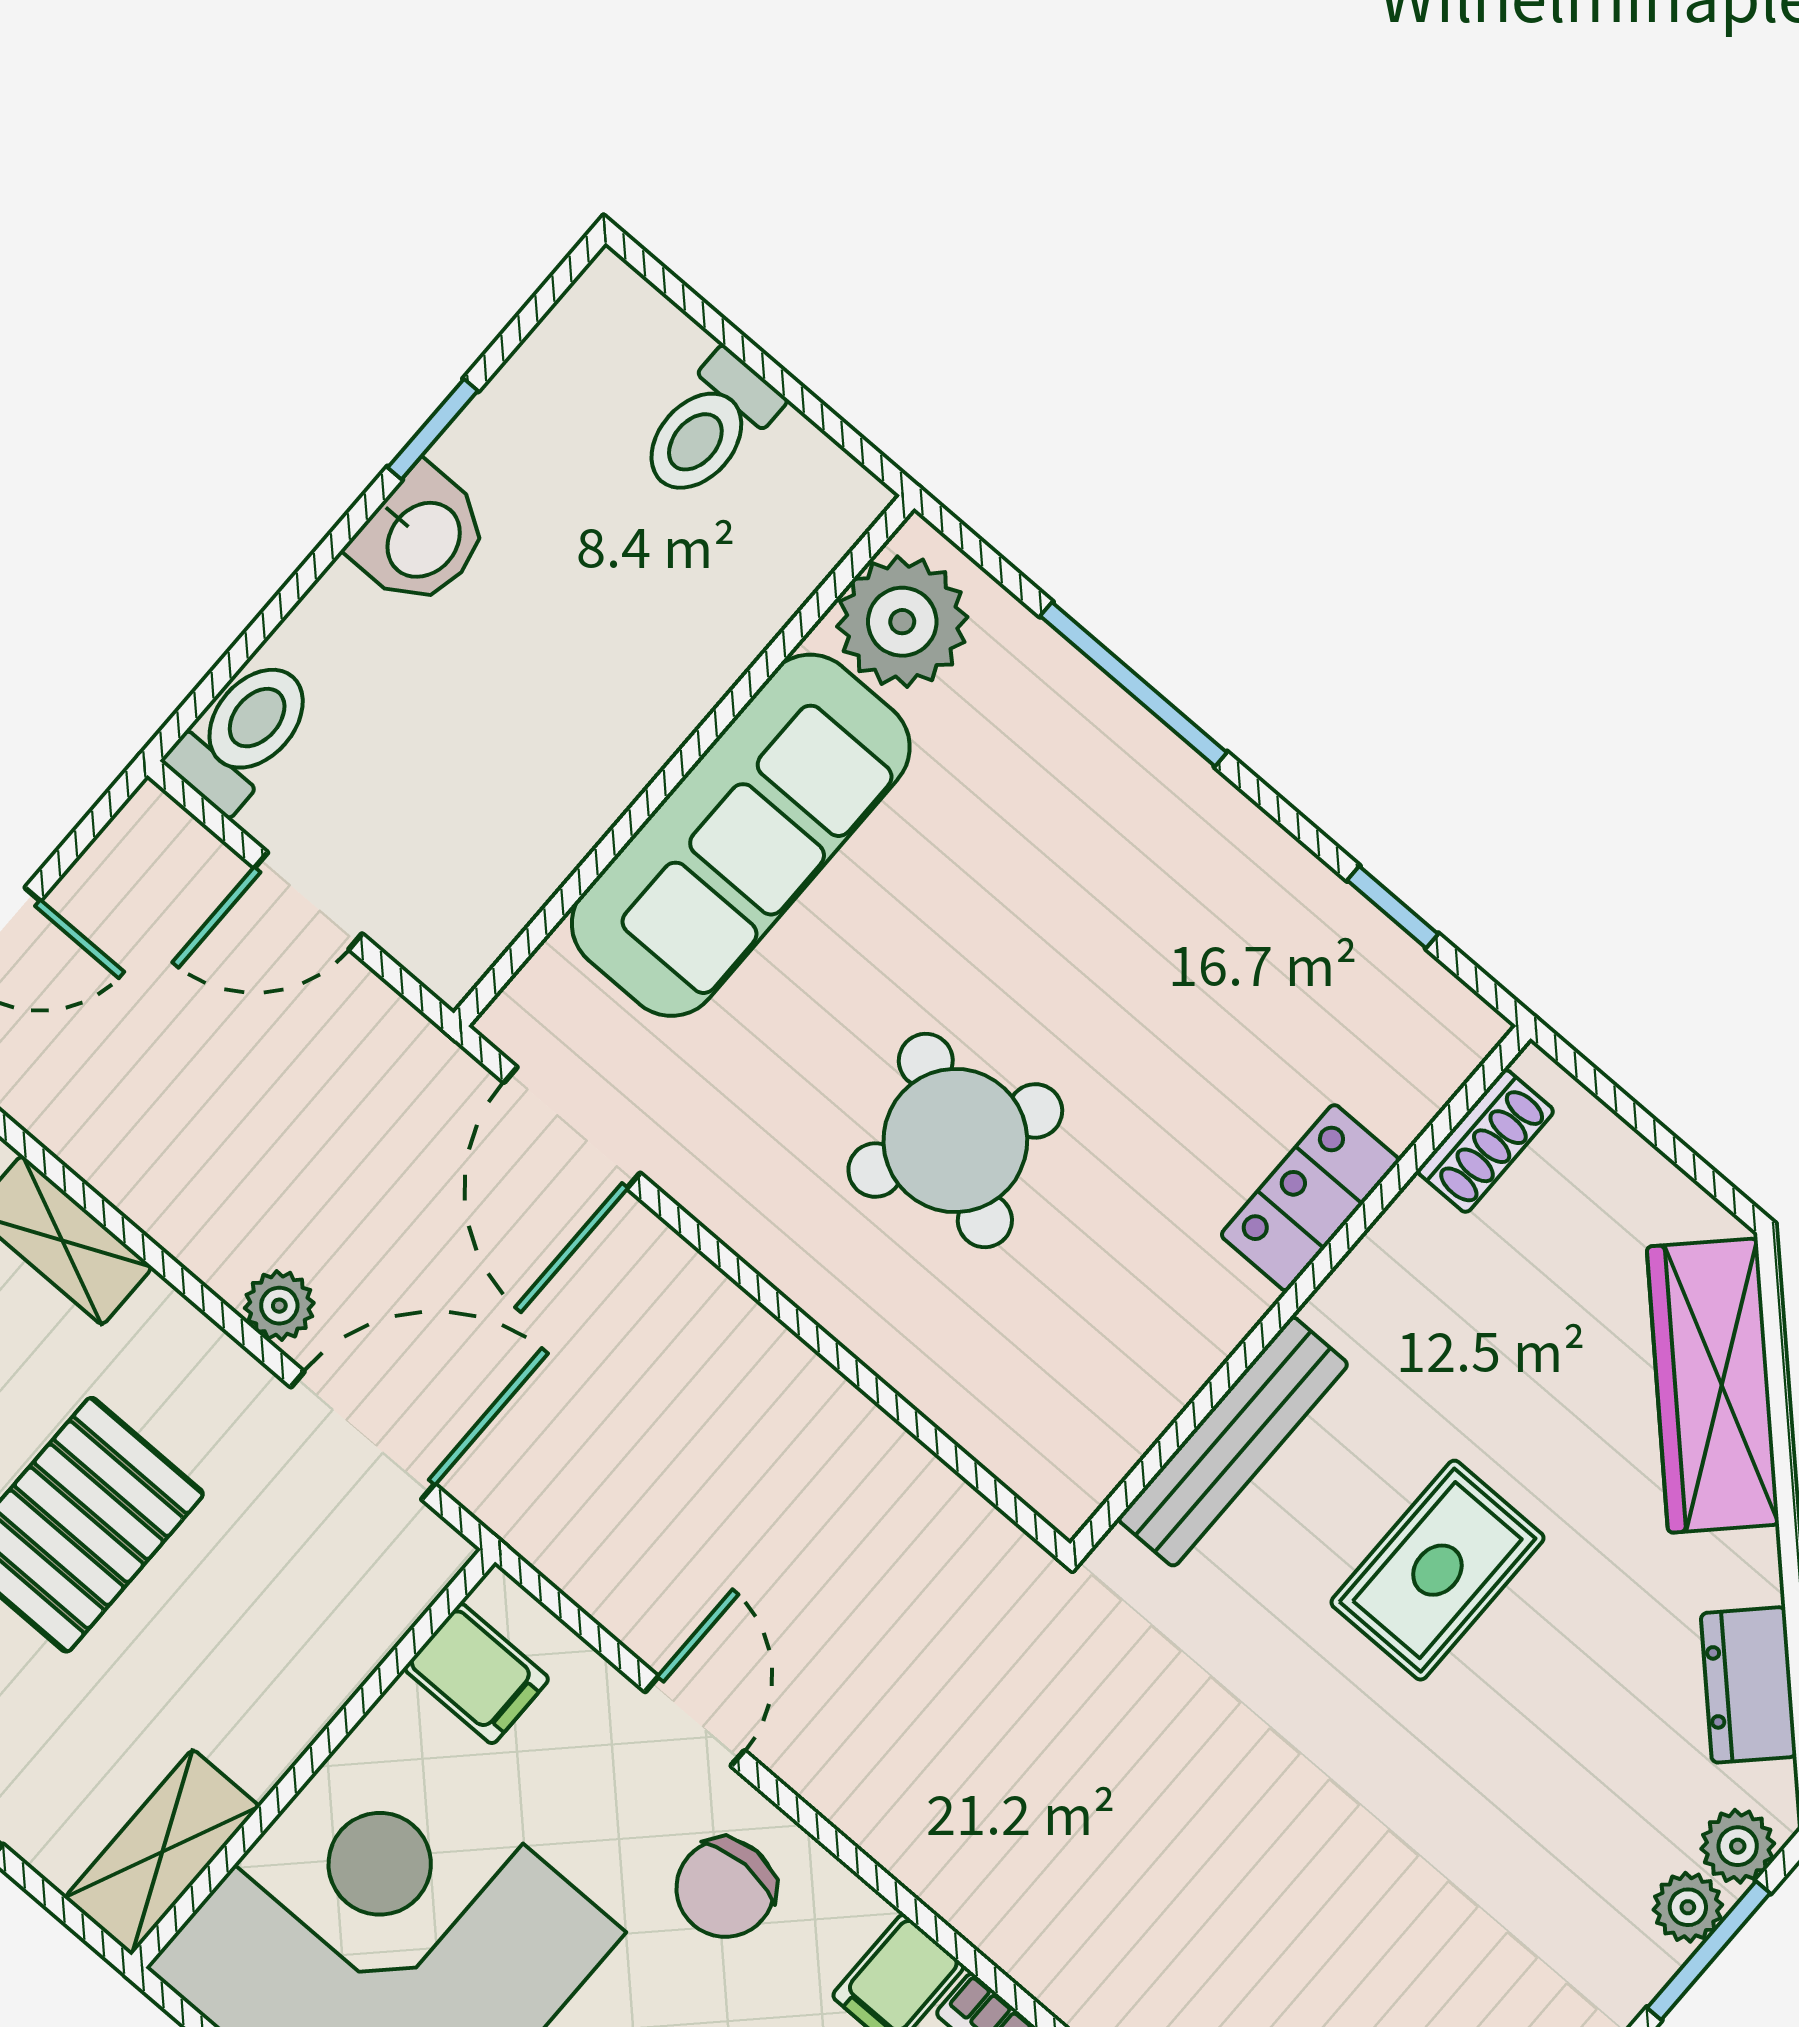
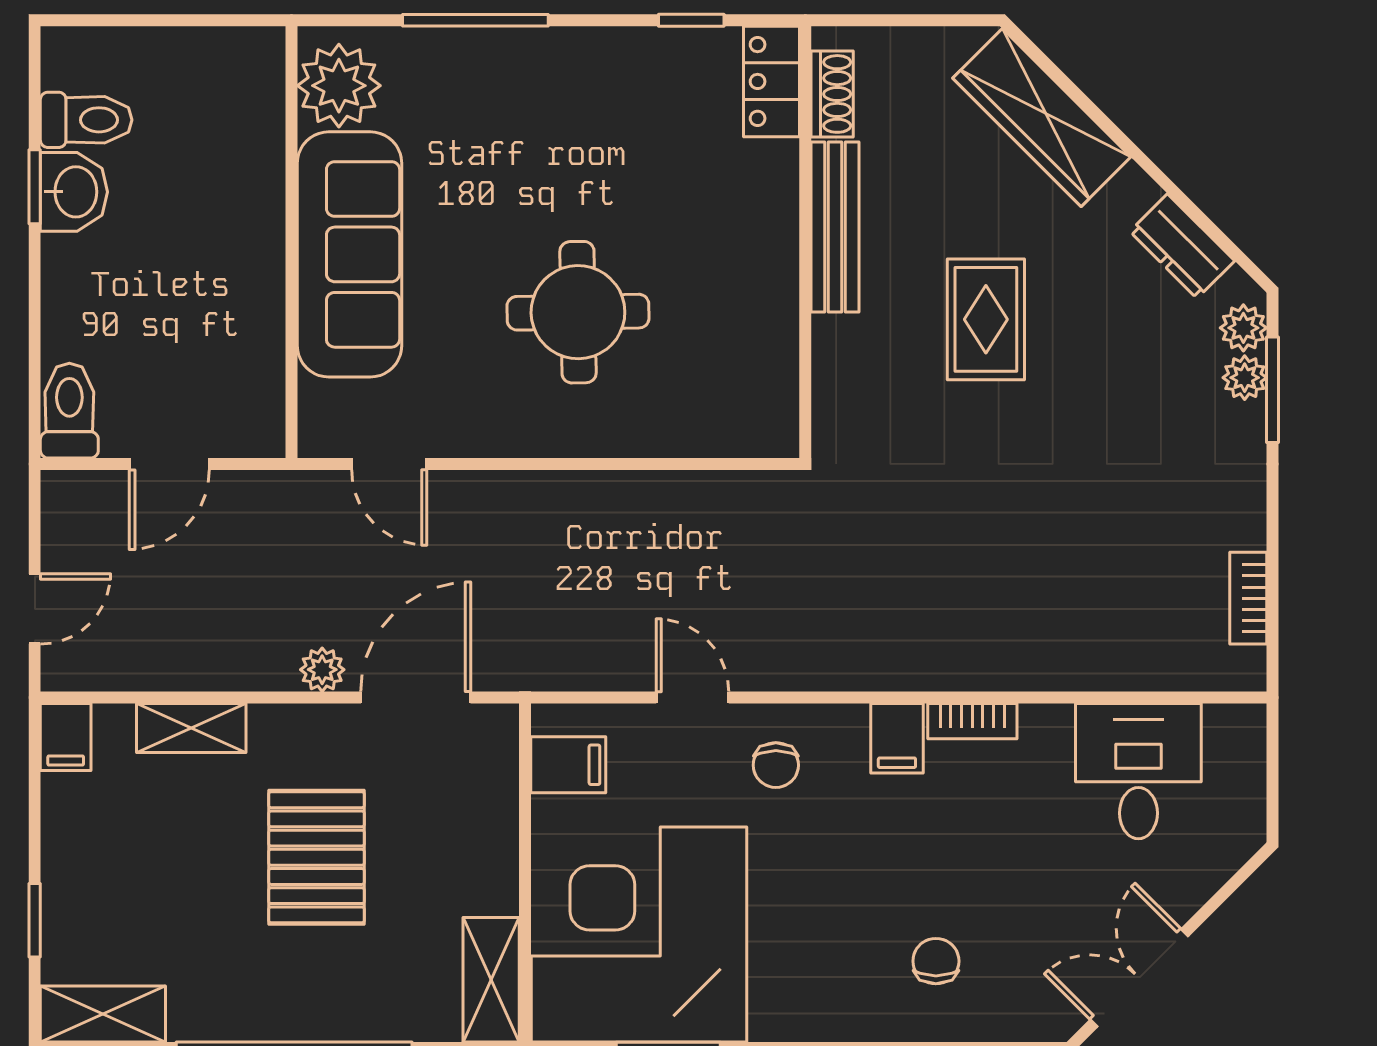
toilet: (709, 426) -> (86, 120), moved, turned -90
washbasin: (421, 538) -> (74, 192), moved
door: (572, 1128) -> (389, 464), width x0.73
round table: (955, 1140) -> (578, 312), turned -30
locker: (1310, 1198) -> (772, 81), moved
bench: (1233, 1442) -> (835, 227), moved
chair: (725, 1888) -> (776, 765), width x0.73, depth x0.73

